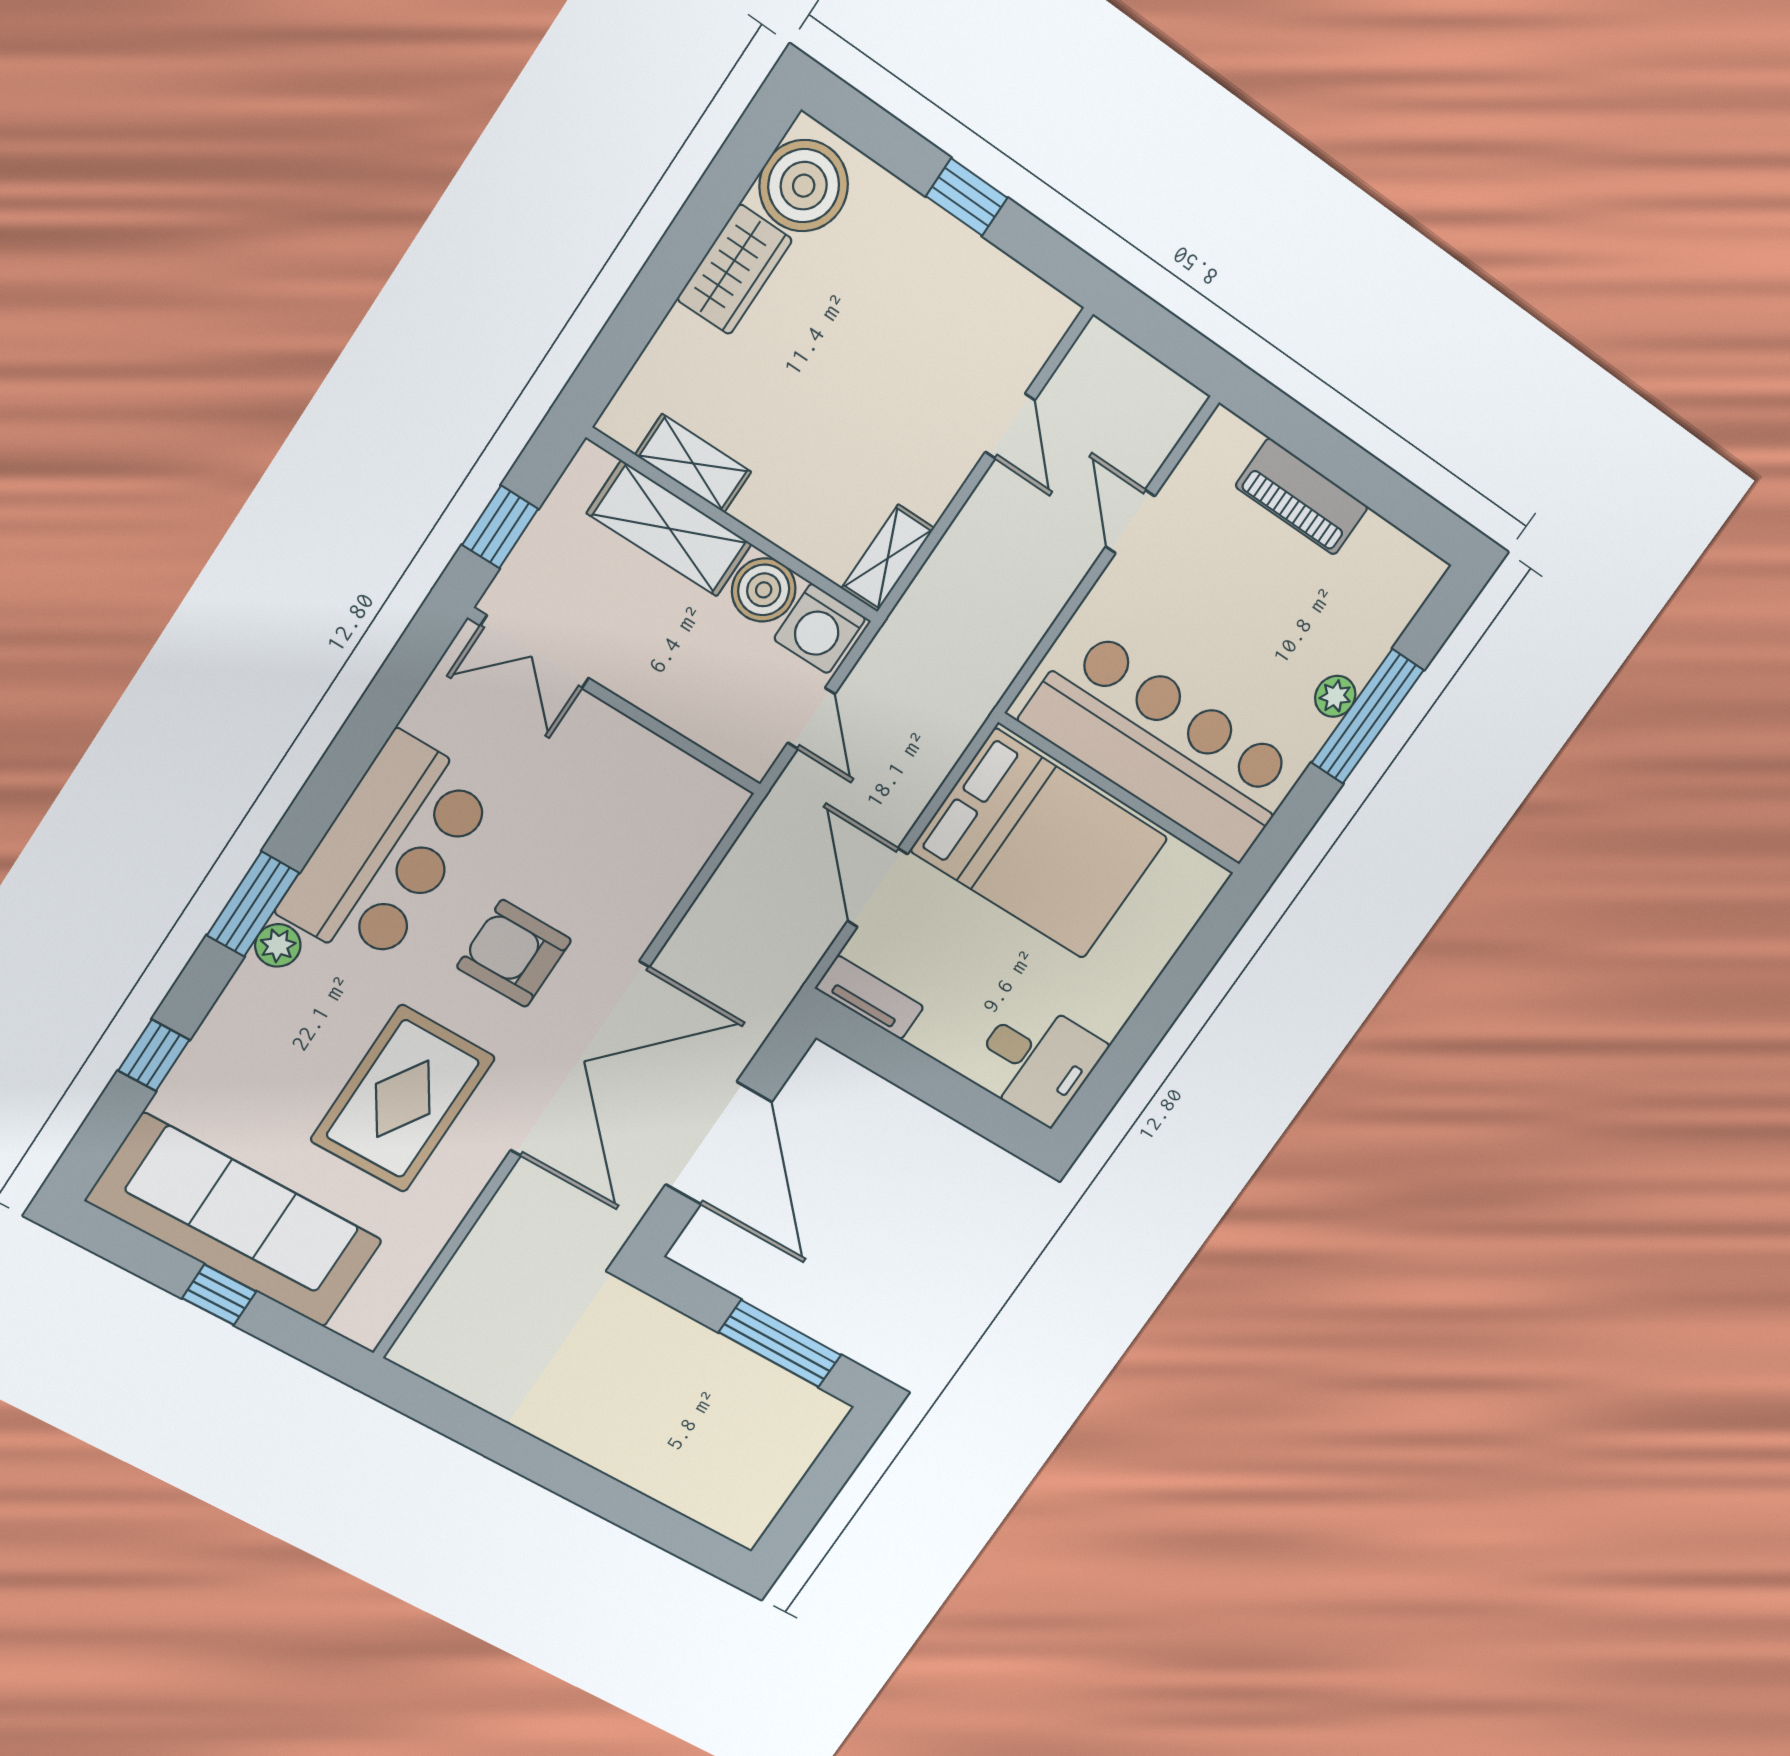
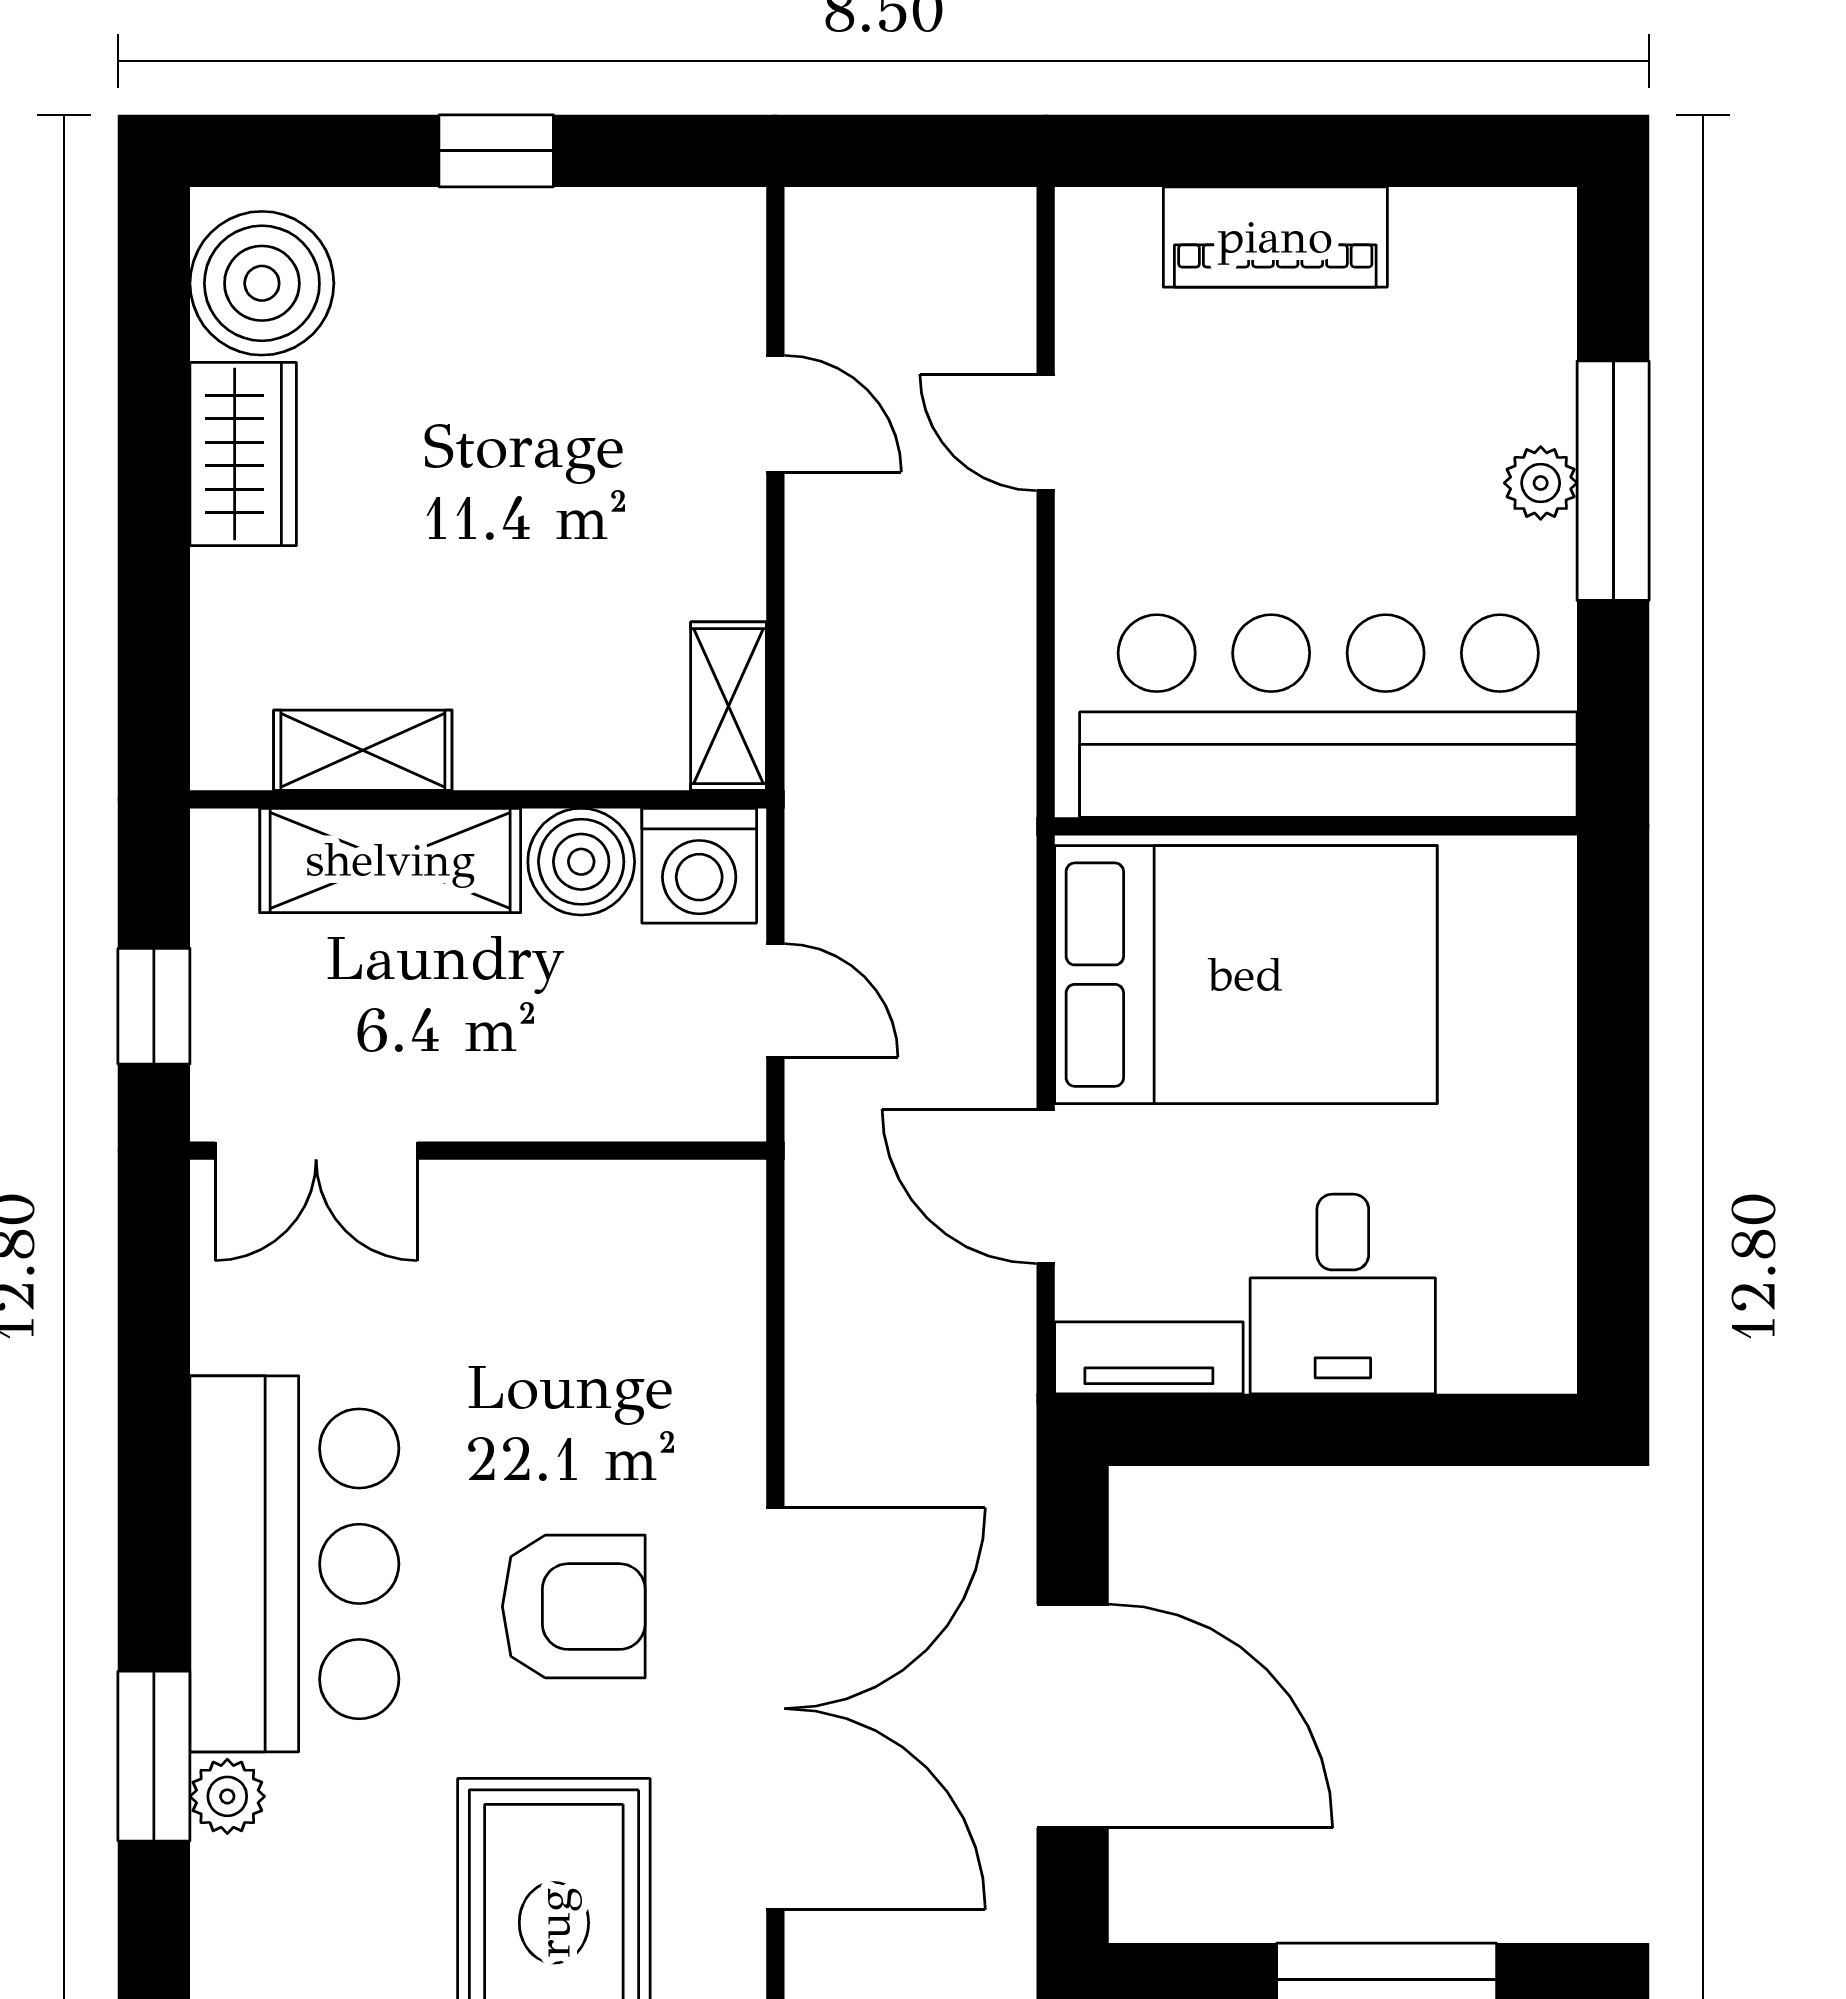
armchair: (514, 953) -> (574, 1607), turned 180
desk: (1037, 1061) -> (1343, 1294), moved, turned 90

